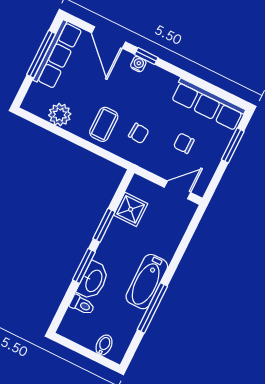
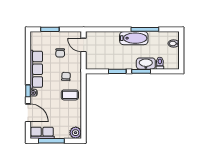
door: (109, 37) -> (28, 113), hinge flipped
row of seats: (58, 55) -> (42, 133), width x0.68
row of seats: (208, 104) -> (36, 69), moved
plant: (60, 115) -> (76, 133), moved
shower: (131, 209) -> (104, 63), removed

